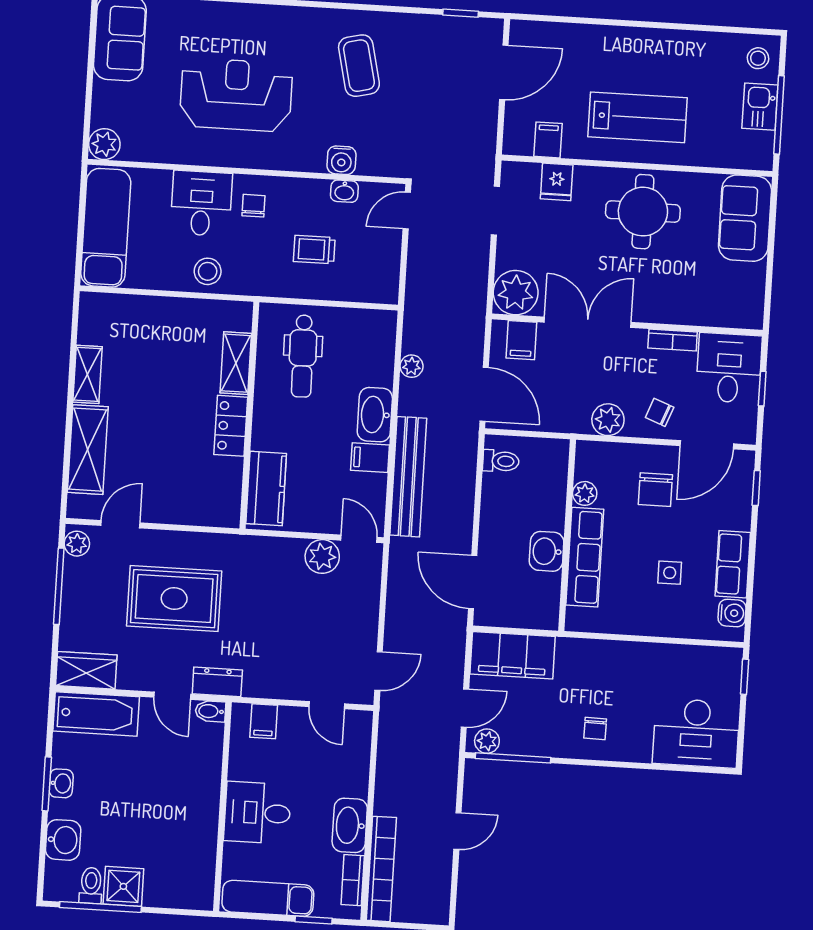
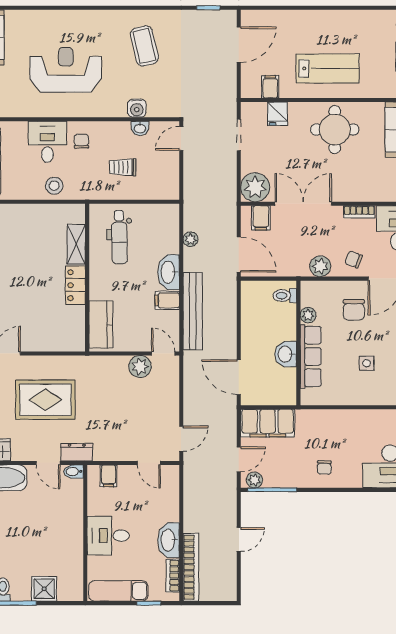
toilet: (501, 461) -> (285, 296), moved, turned 180
shower: (123, 886) -> (44, 589), moved

